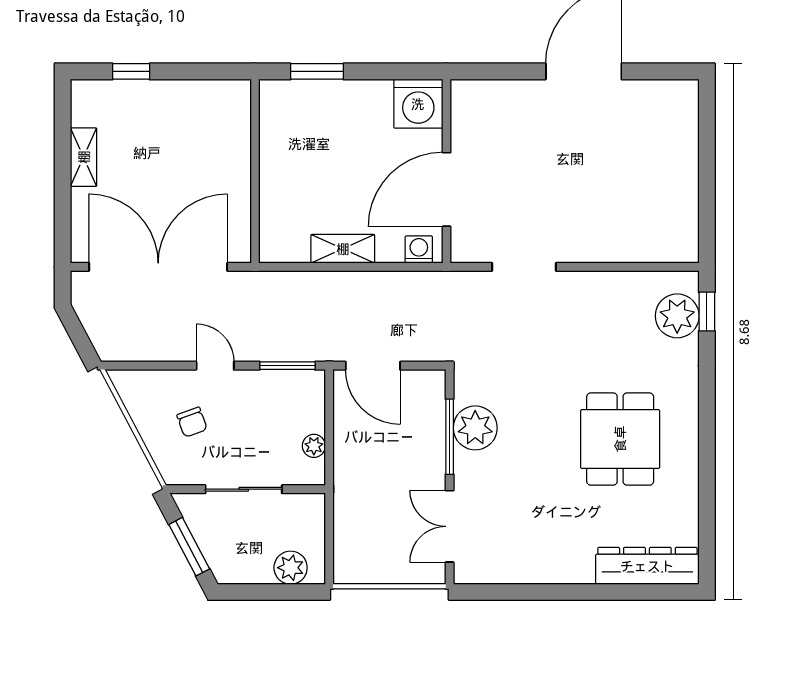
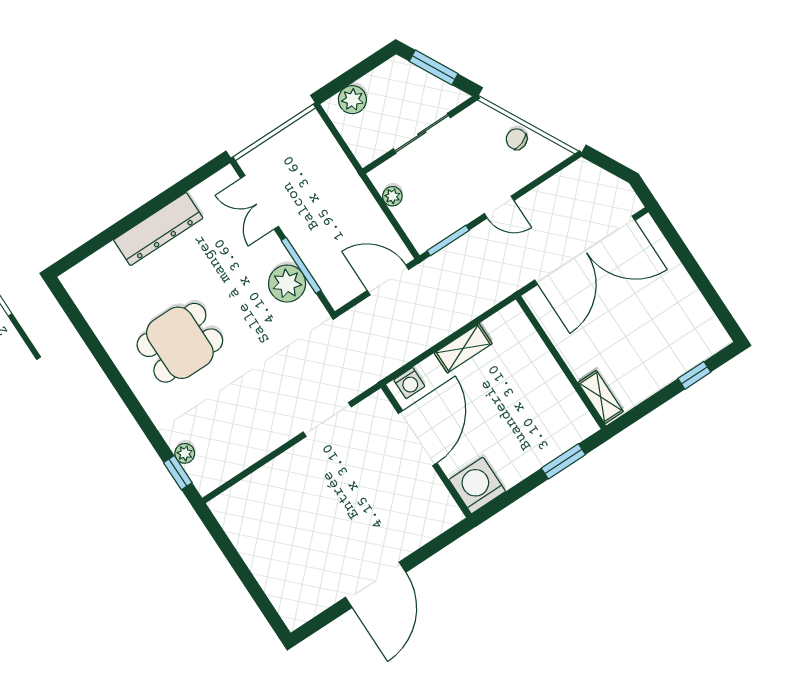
shelving: (84, 157) -> (601, 397), moved
plant: (677, 316) -> (185, 453), width x0.53, depth x0.53
chair: (192, 422) -> (517, 139), moved
dining table: (620, 439) -> (180, 343), turned 90
double door: (450, 526) -> (260, 202), swing flipped
dresser: (647, 566) -> (158, 229), moved

